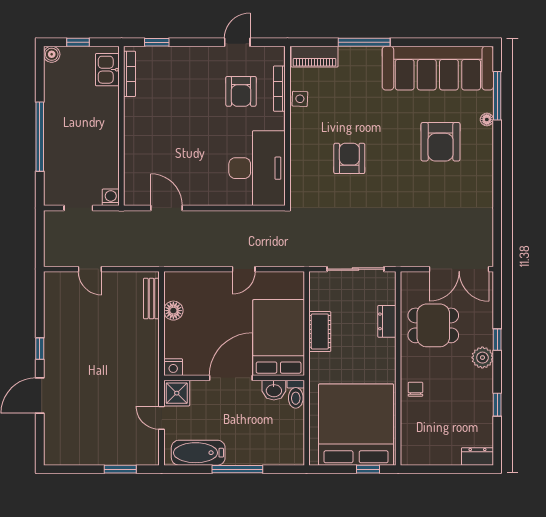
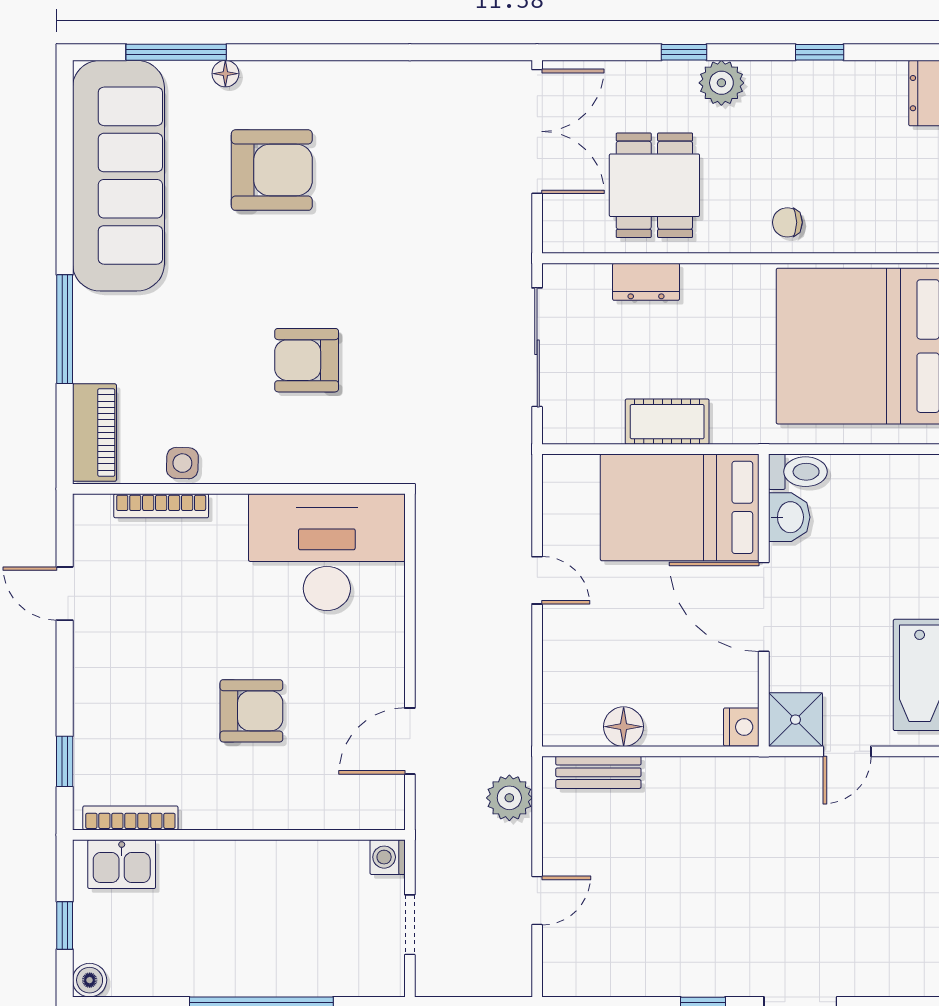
armchair: (241, 91) -> (251, 711), moved
plant: (139, 256) -> (509, 798), added

